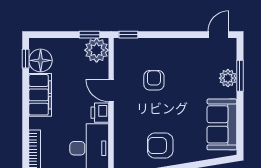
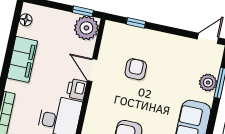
window: (128, 35) -> (136, 23), moved
window: (26, 59) -> (16, 21), removed
floor lamp: (41, 60) -> (26, 20), width x0.53, depth x0.53

